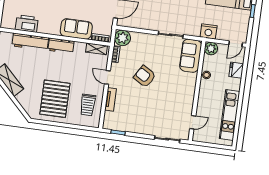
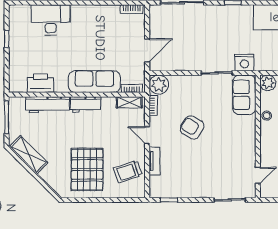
sofa: (76, 29) -> (94, 82), width x1.36
nightstand: (209, 31) -> (244, 63), moved
trolley: (88, 105) -> (128, 172), turned 71

